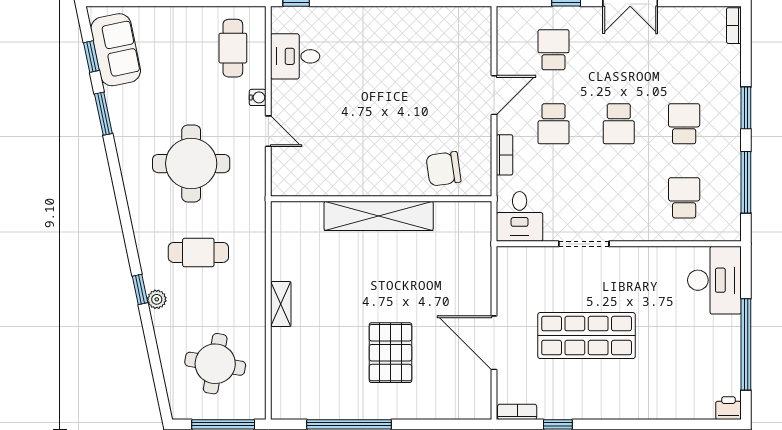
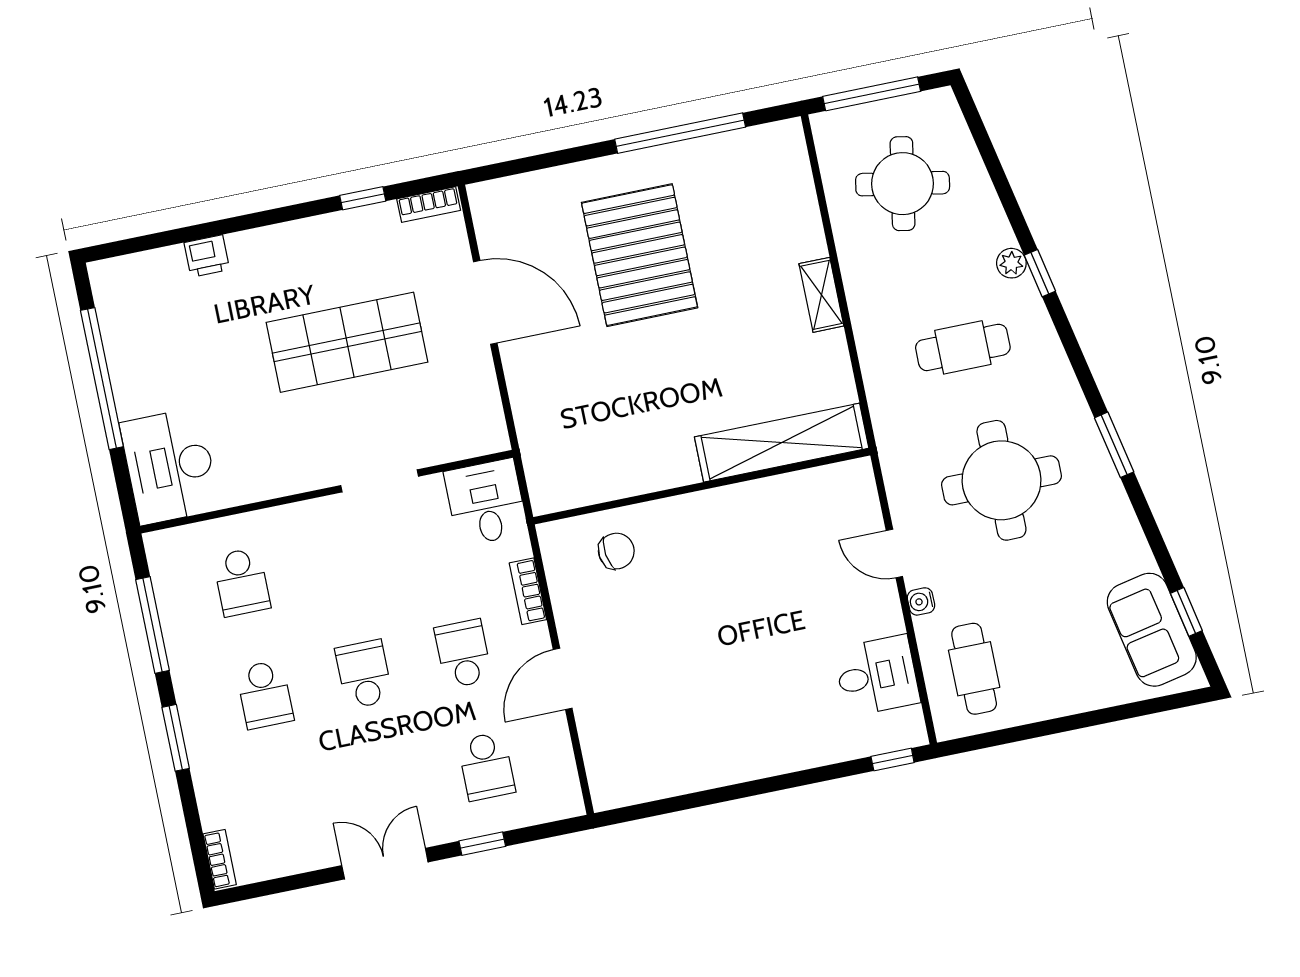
window: (103, 114) -> (1114, 445), moved
chair: (444, 169) -> (616, 551), width x0.73, depth x0.73
shelving: (379, 216) -> (782, 443), moved
pallet: (391, 353) -> (640, 255), width x1.37, depth x1.41
printer: (729, 408) -> (207, 256), moved

